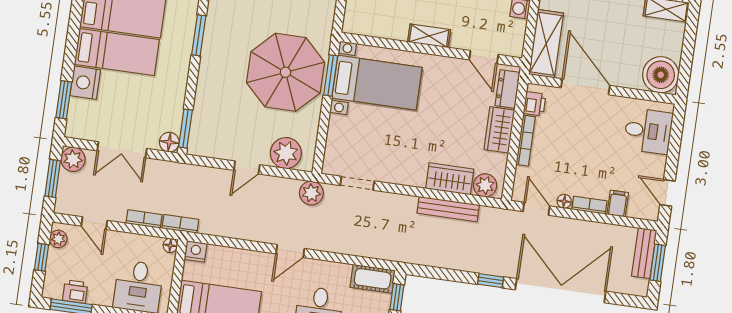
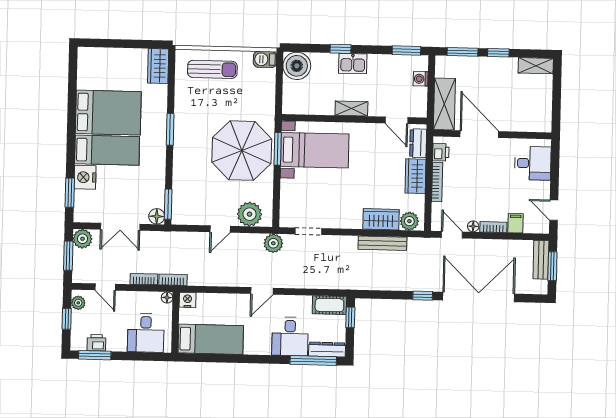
boiler: (661, 75) -> (537, 118), removed

